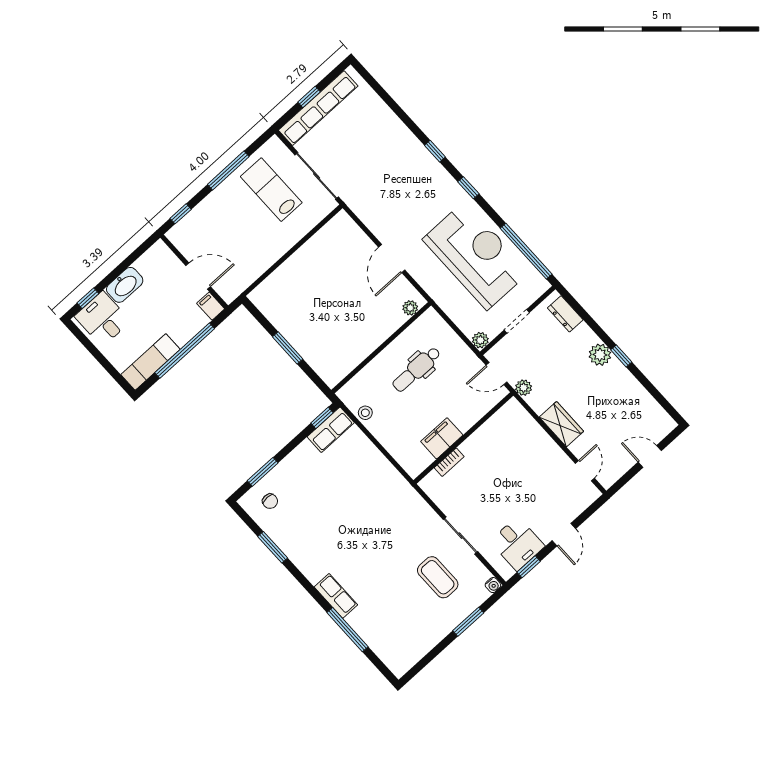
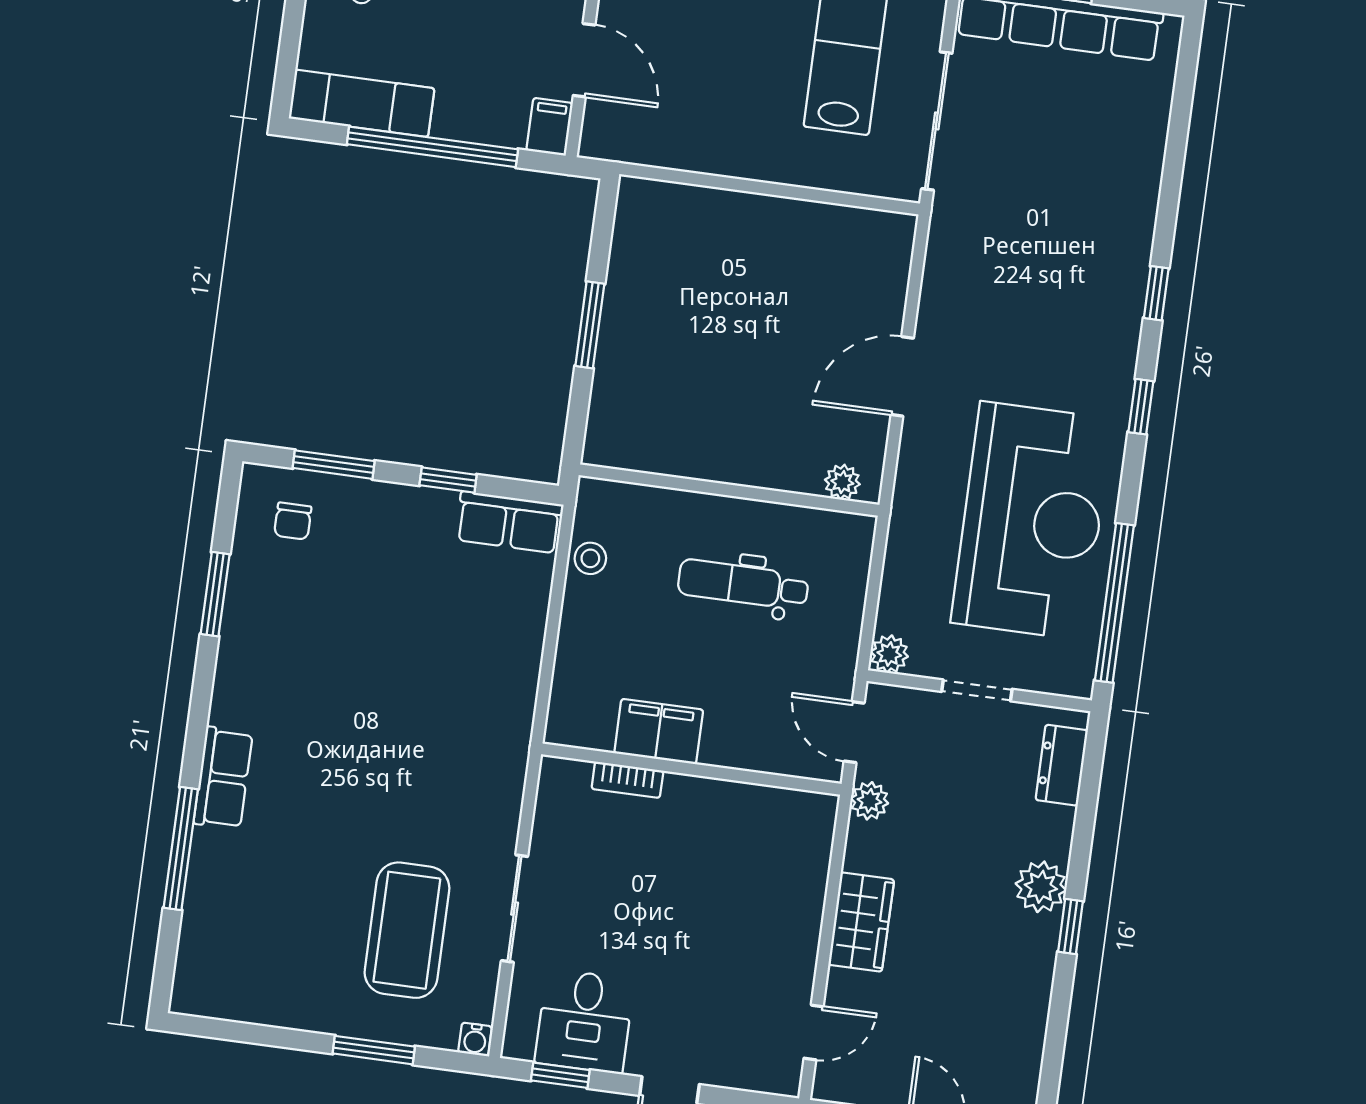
window: (322, 418) -> (448, 480), moved
coffee table: (438, 577) -> (407, 930), width x1.36, depth x1.32

